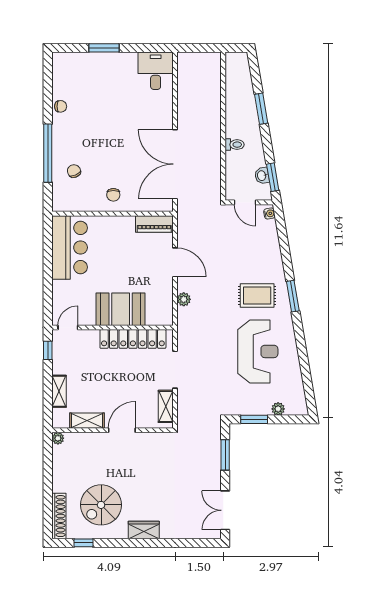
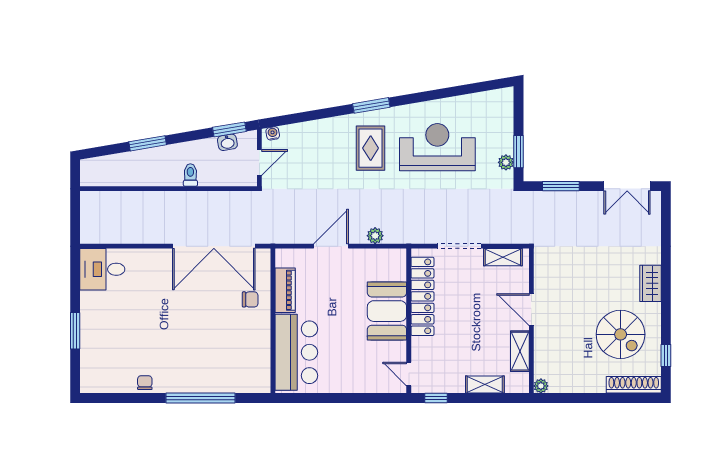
chair: (74, 171) -> (222, 367), removed
chair: (113, 195) -> (250, 299), moved
piano: (154, 224) -> (285, 290), moved
bar counter: (70, 247) -> (296, 352), moved, turned 90
plant: (278, 409) -> (506, 162), moved

